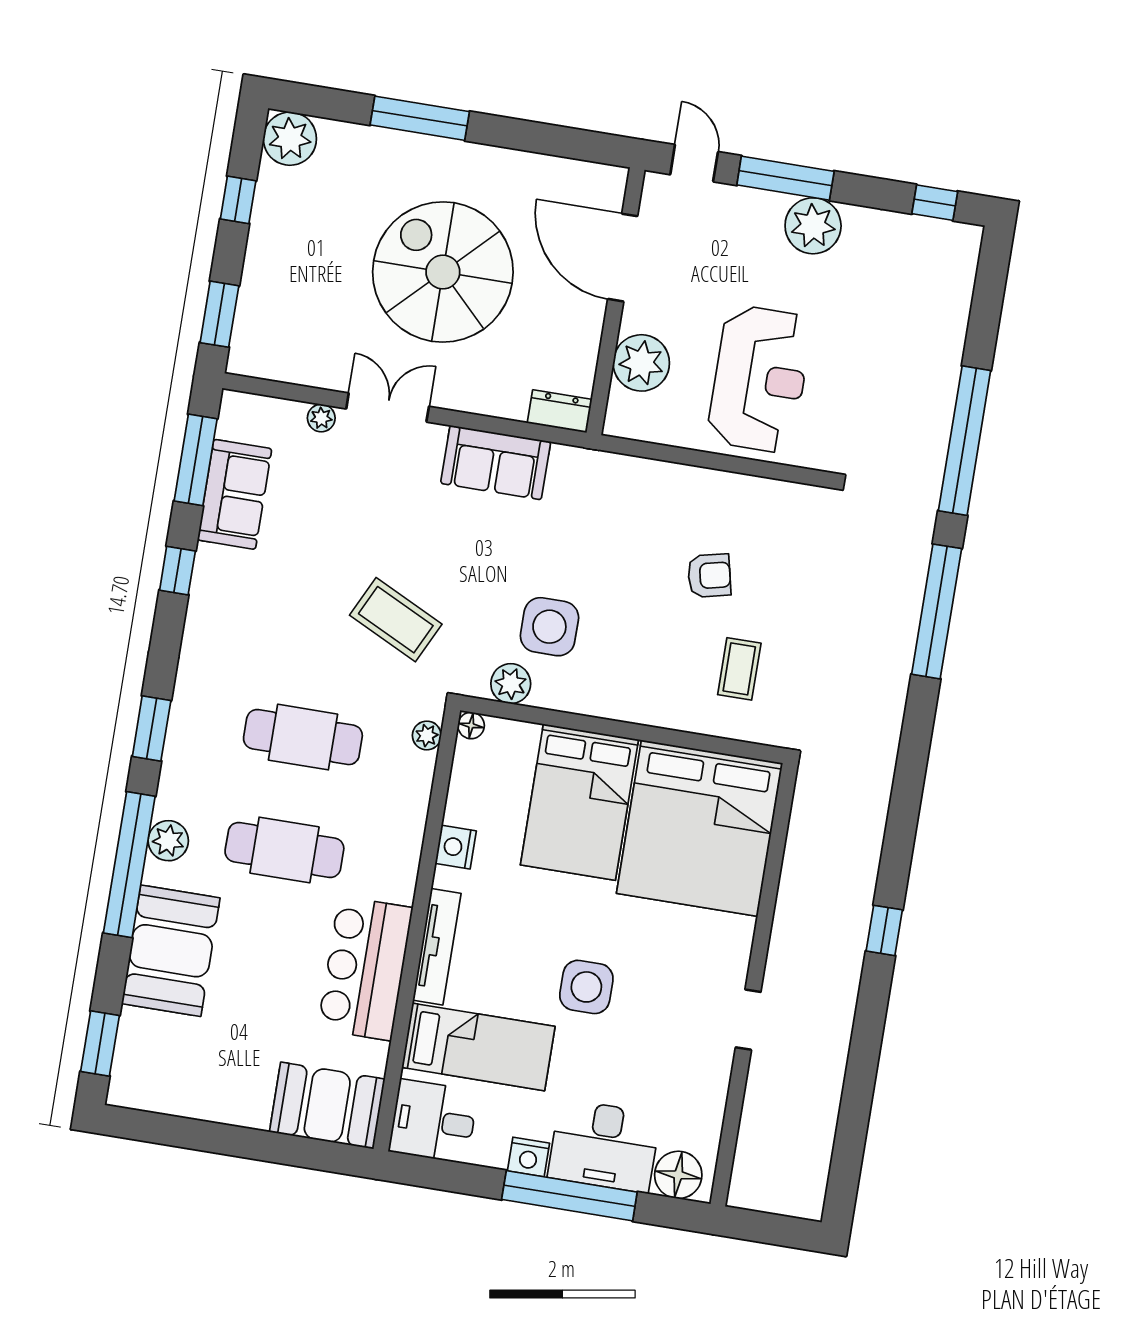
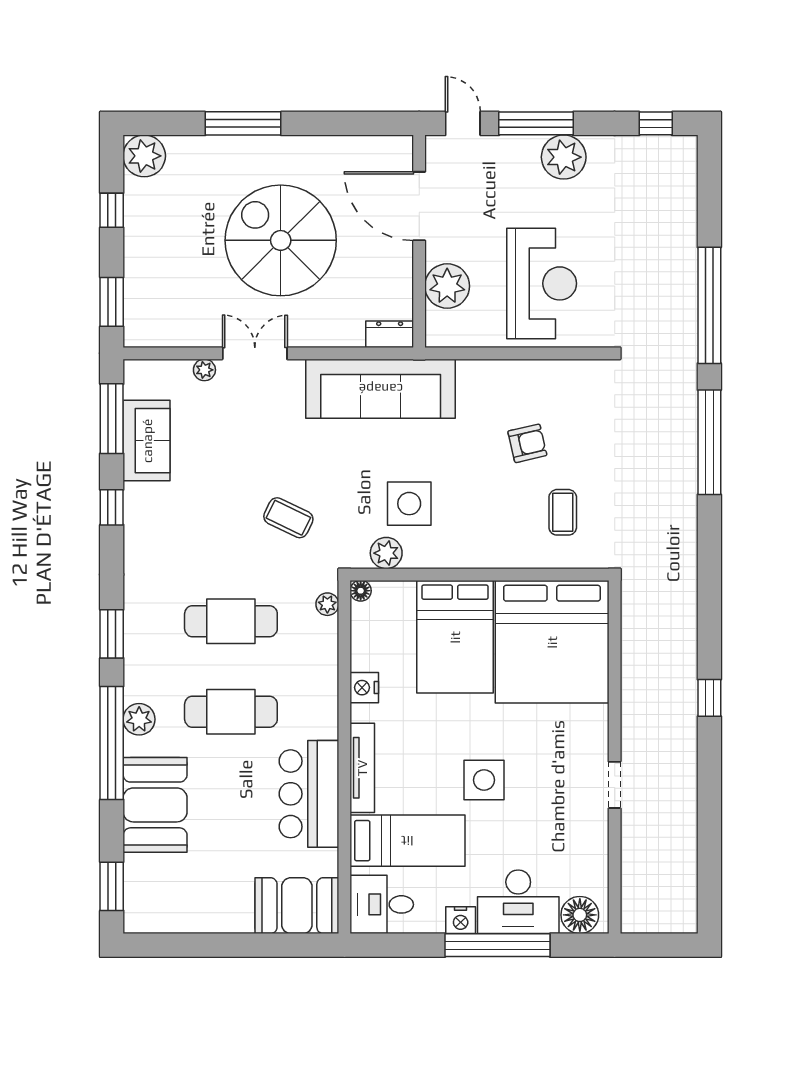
sofa: (496, 462) -> (381, 389), width x1.85, depth x1.27
coffee table: (396, 620) -> (288, 518), width x0.73, depth x0.77

